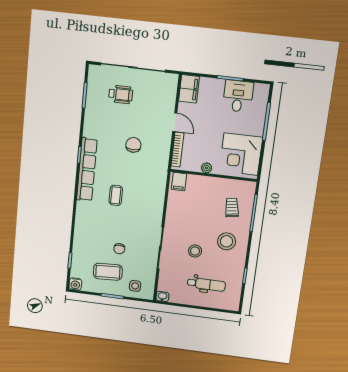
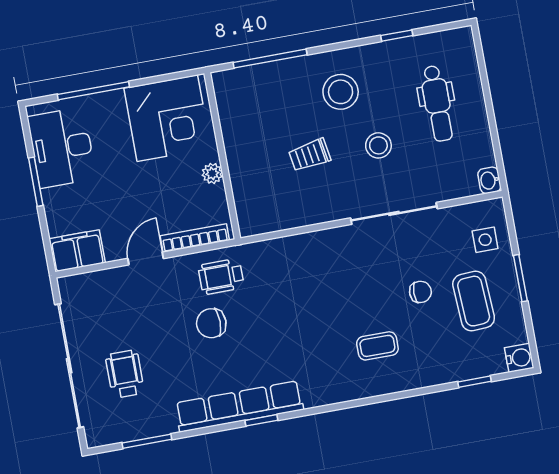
desk: (238, 96) -> (62, 148), width x1.37
wheelchair: (155, 157) -> (221, 277), added
row of seats: (87, 170) -> (239, 406), moved
filing cabinet: (179, 182) -> (254, 217), removed
coffee table: (116, 195) -> (377, 346), moved
trolley: (232, 207) -> (310, 155), moved
dental chair: (206, 284) -> (437, 103), turned 180

